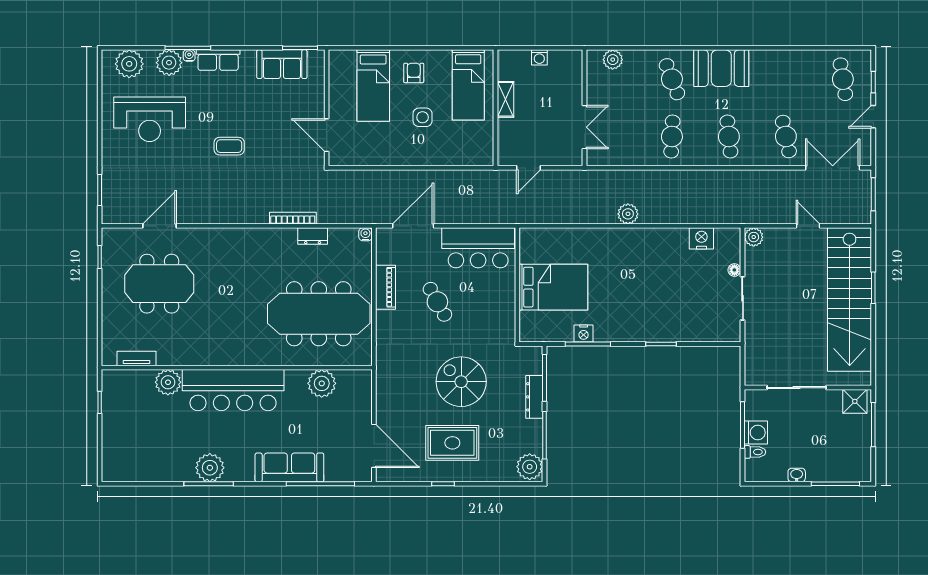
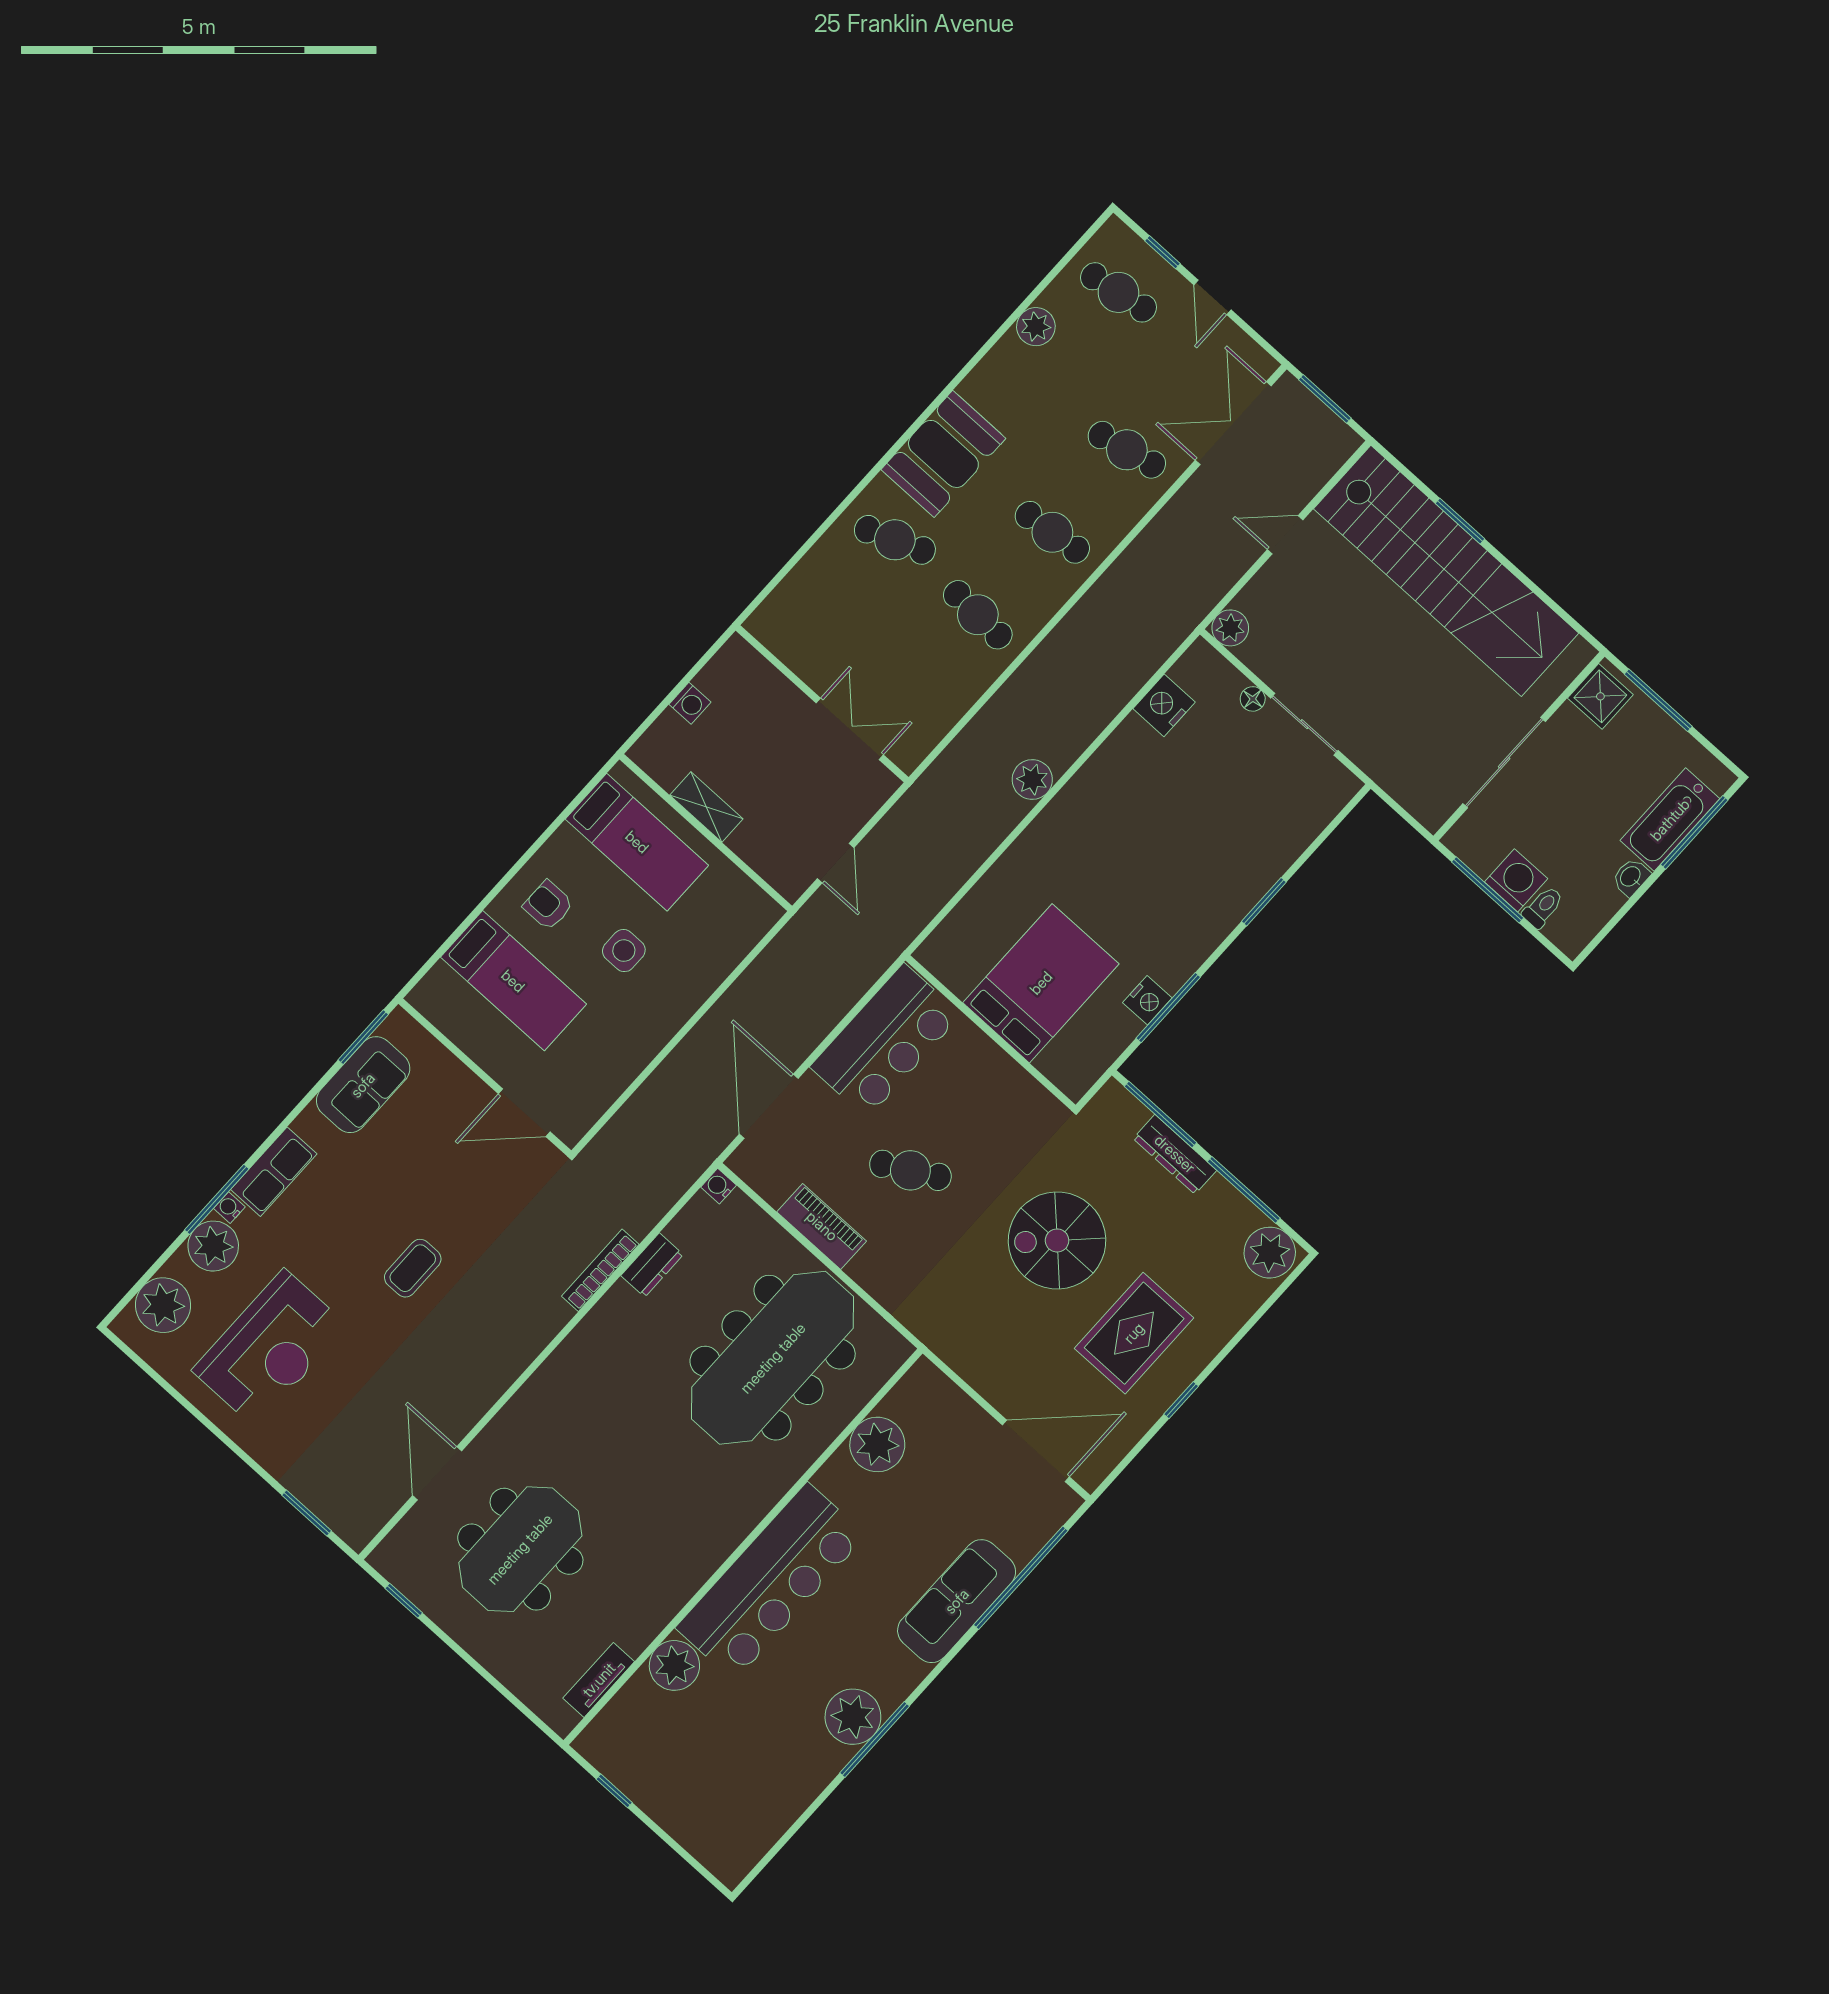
plant: (613, 60) -> (1036, 327), moved
bathtub: (832, 470) -> (1670, 820), added

